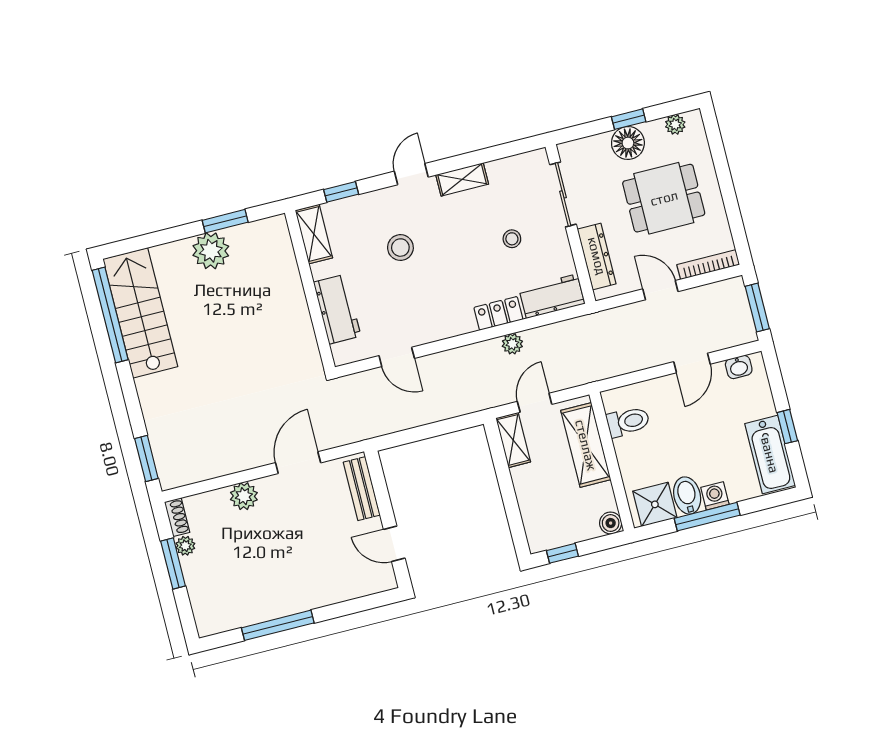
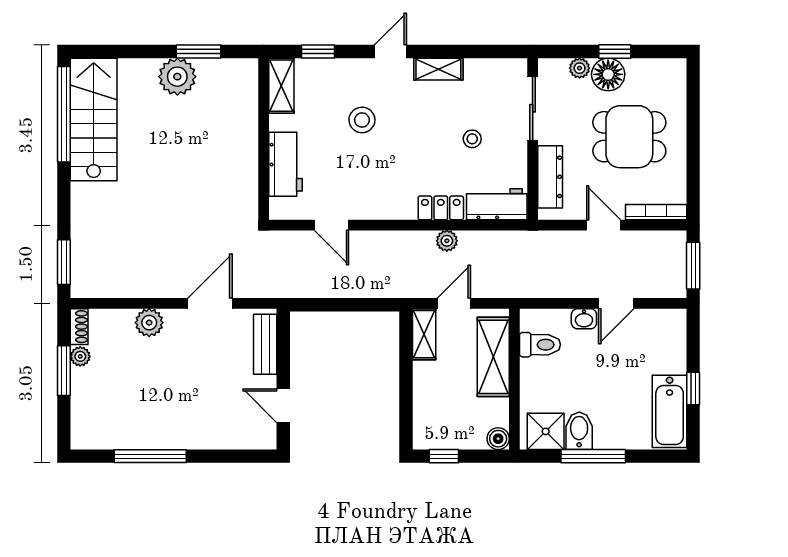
plant: (675, 124) -> (580, 68), moved
washbasin: (739, 367) -> (584, 319), moved
washing machine: (715, 496) -> (606, 438), removed

